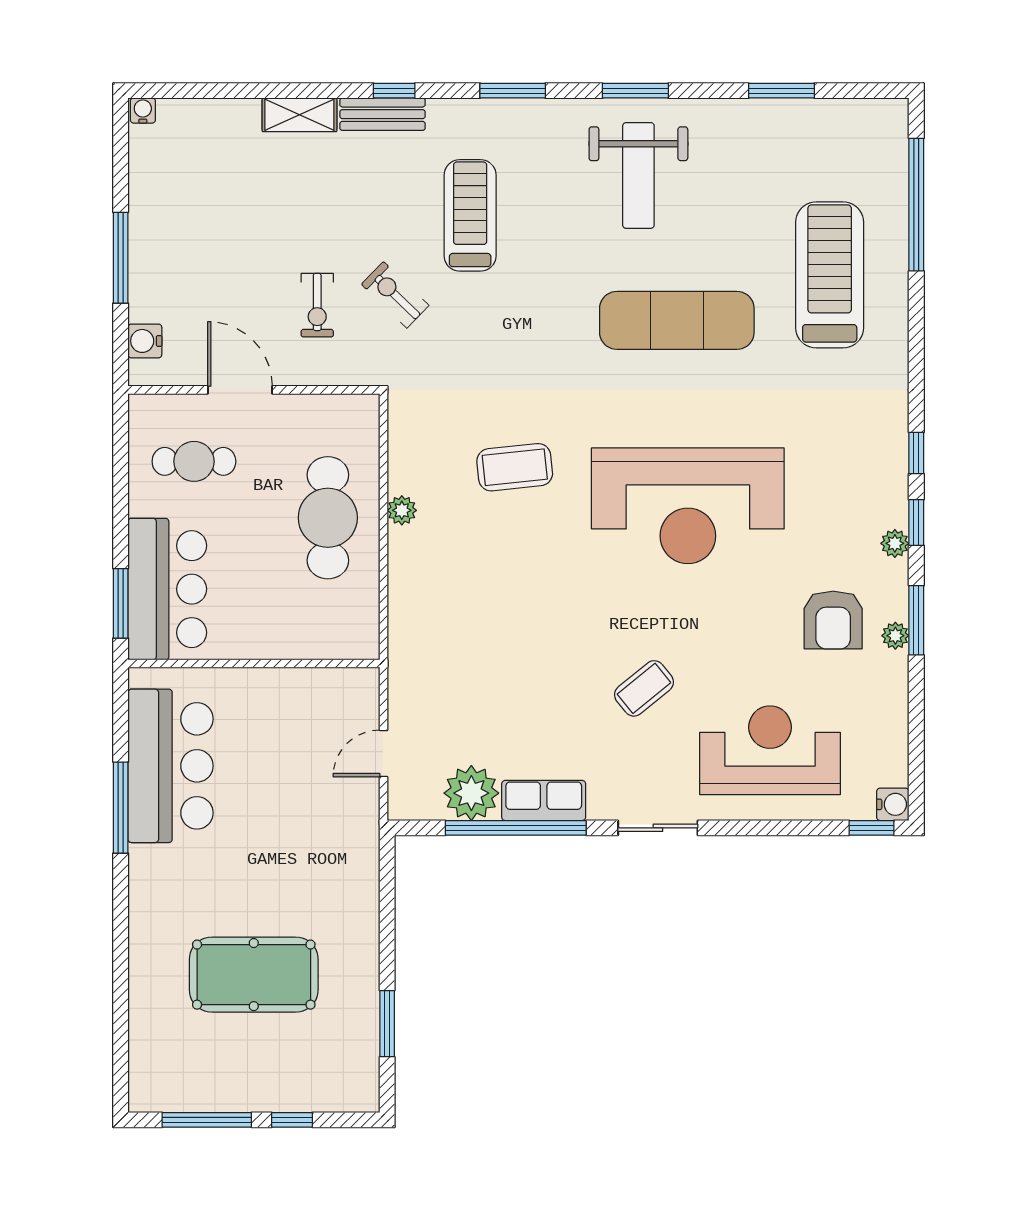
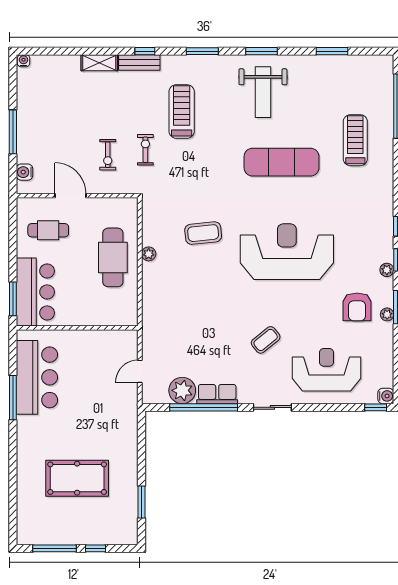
treadmill: (830, 275) -> (355, 140), width x0.73, depth x0.73
exercise bike: (395, 295) -> (145, 150), turned 46
reception desk: (688, 506) -> (287, 252), turned 180

